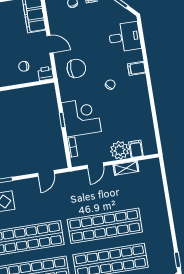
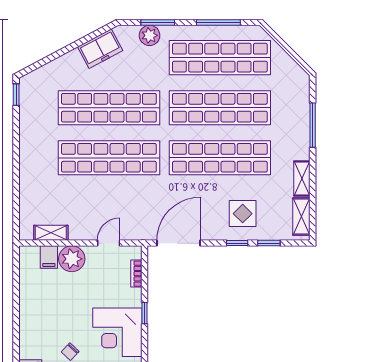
corner desk: (81, 117) -> (117, 332), moved
shelving: (126, 168) -> (51, 233), moved
door: (46, 173) -> (179, 243), width x1.87

